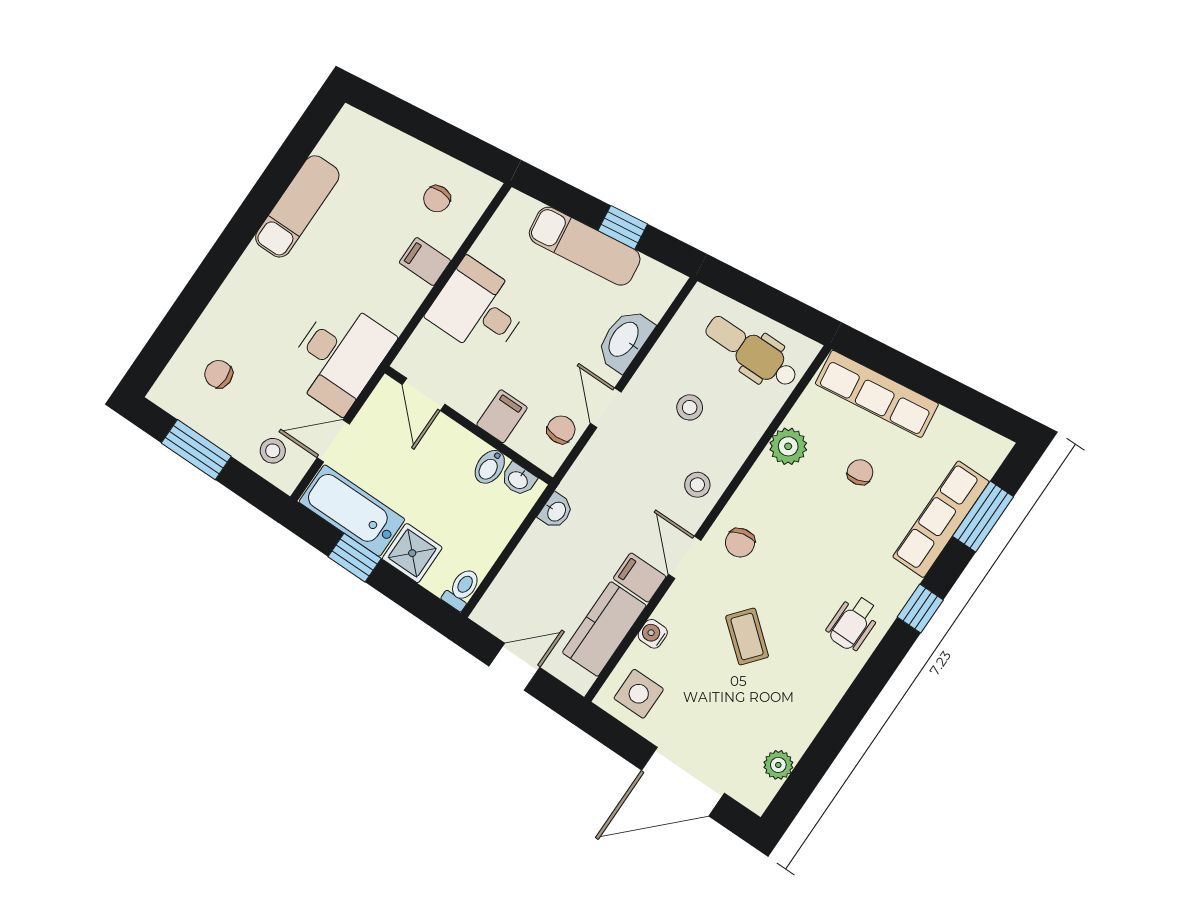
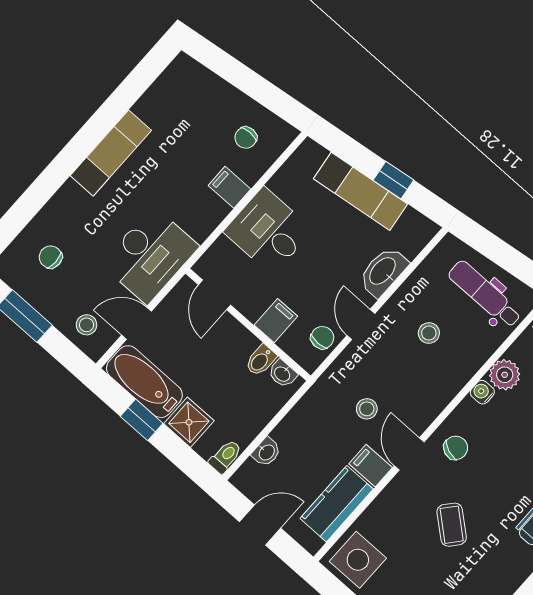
exam couch: (297, 206) -> (111, 153), moved
stool: (697, 485) -> (367, 409), moved
washbasin: (556, 511) -> (266, 452), moved
chair: (740, 543) -> (456, 448), turned -146
water cooler: (653, 634) -> (482, 392), moved
side table: (639, 694) -> (358, 560), width x1.37, depth x1.37

